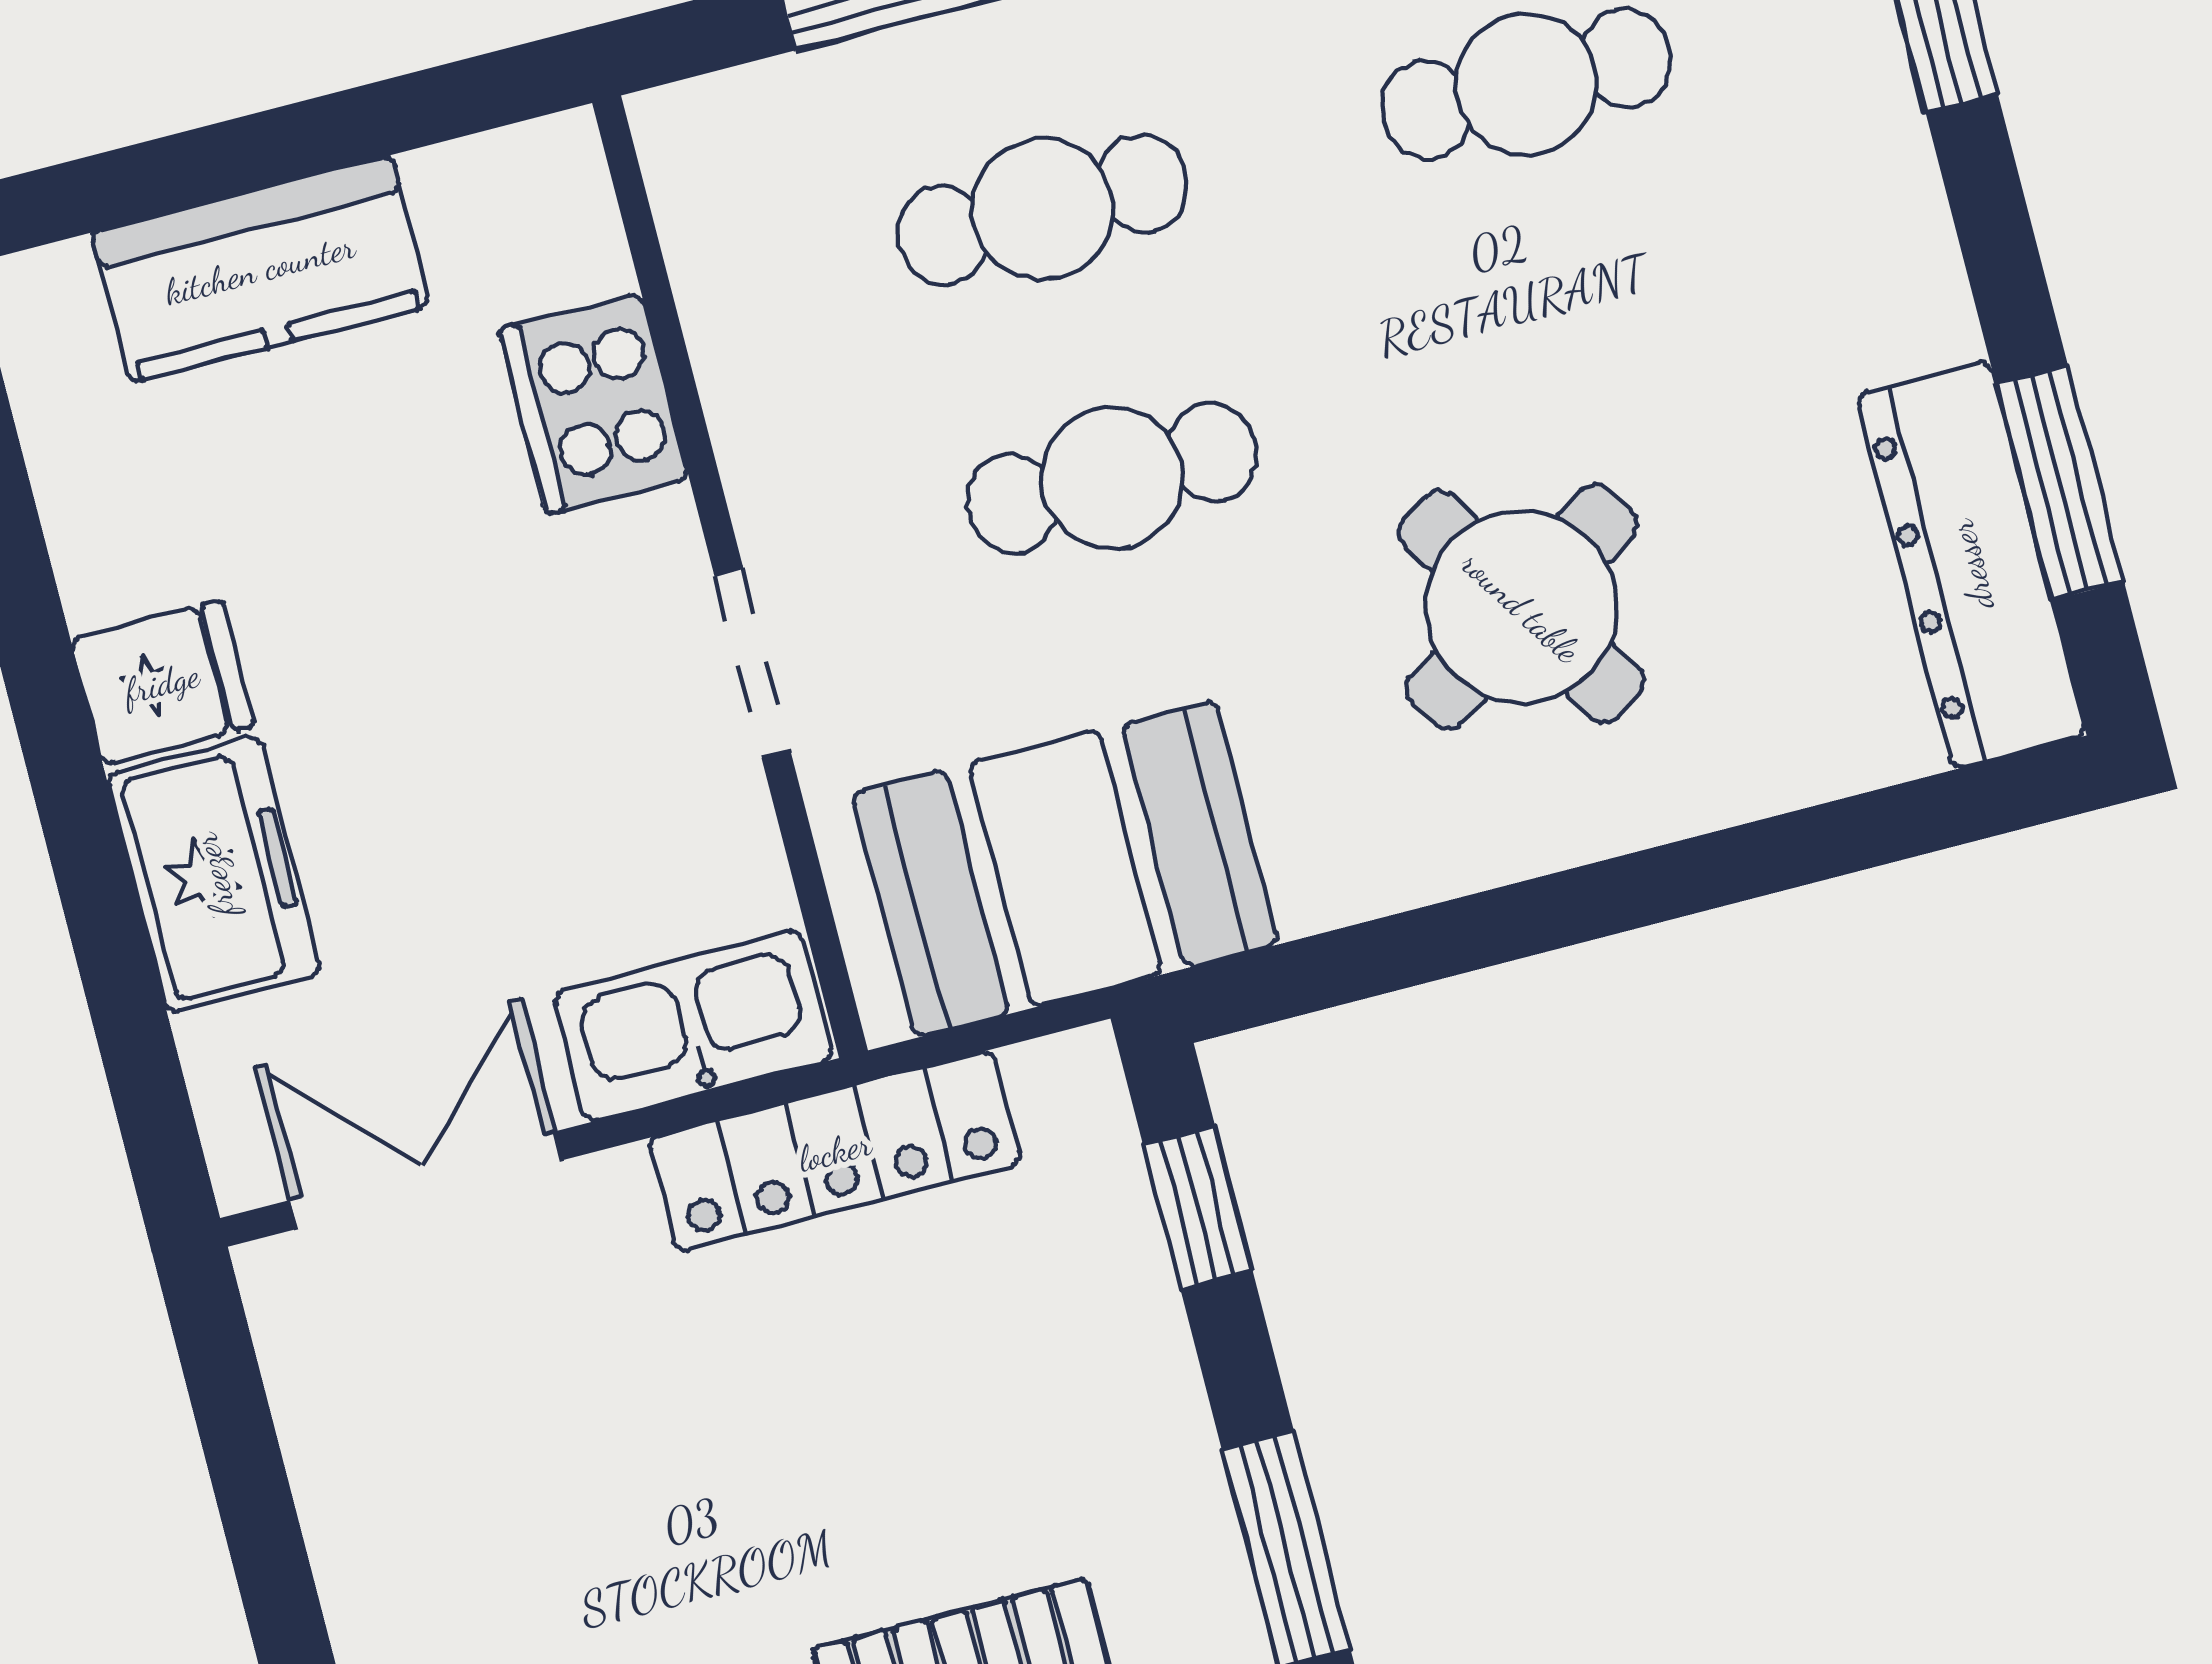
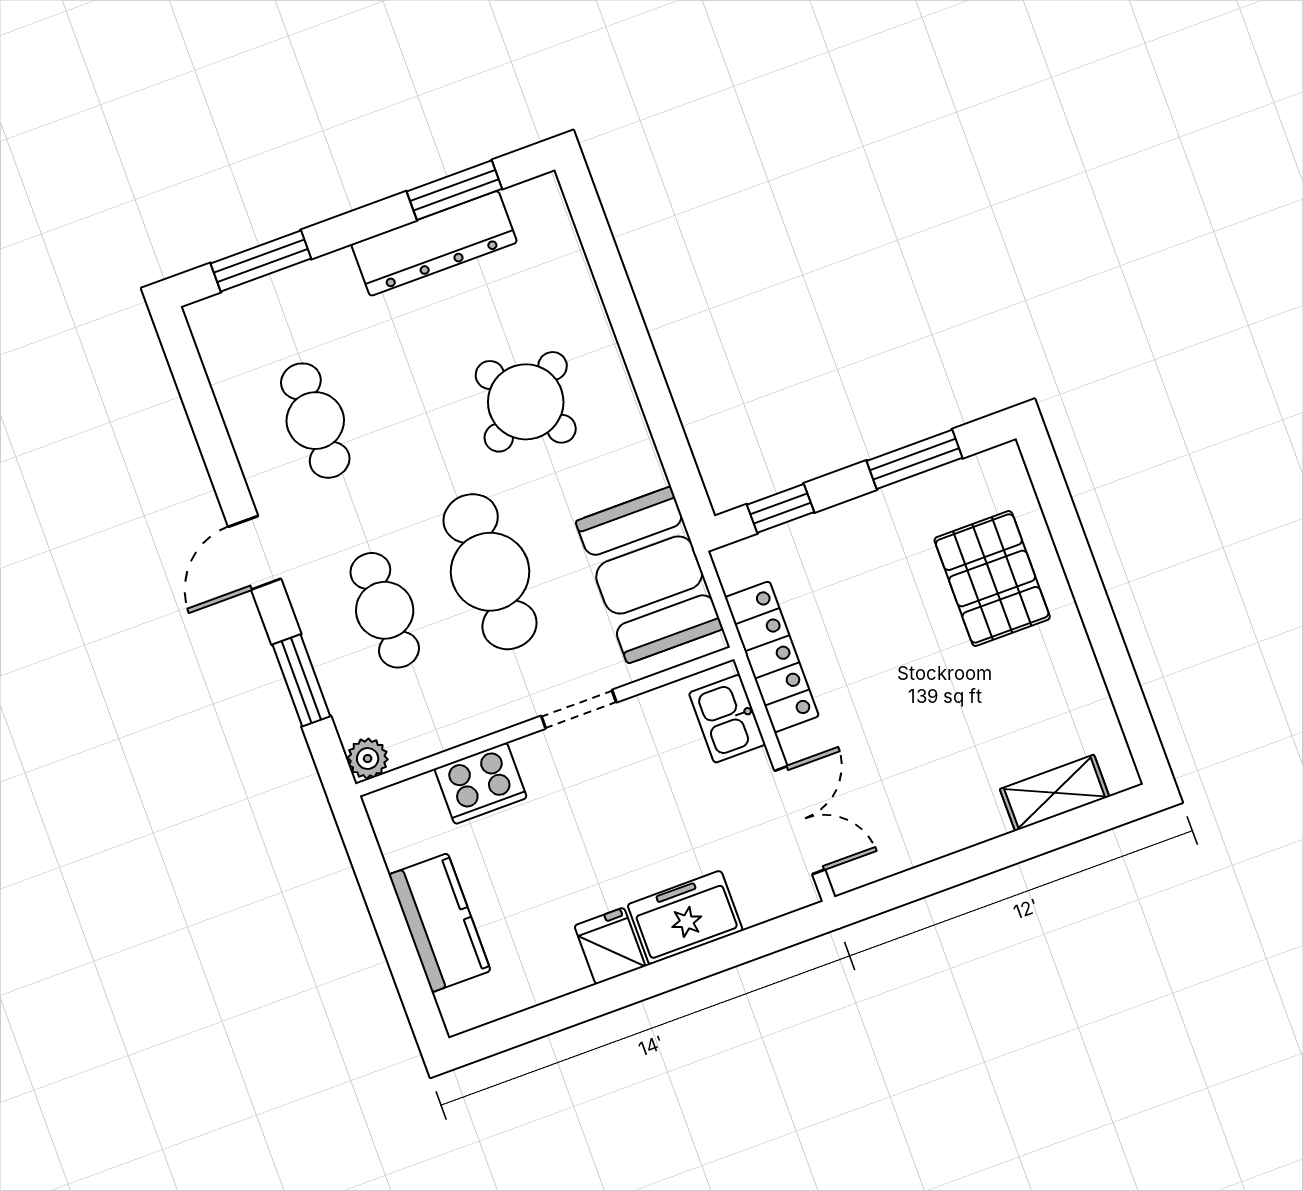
plant: (682, 132) -> (368, 759), added
cafe table: (1112, 478) -> (490, 572), width x1.37, depth x1.35
dresser: (1971, 565) -> (434, 243), moved
kitchen sink: (693, 1026) -> (727, 719), width x0.73
double door: (426, 1180) -> (800, 820), swing flipped

